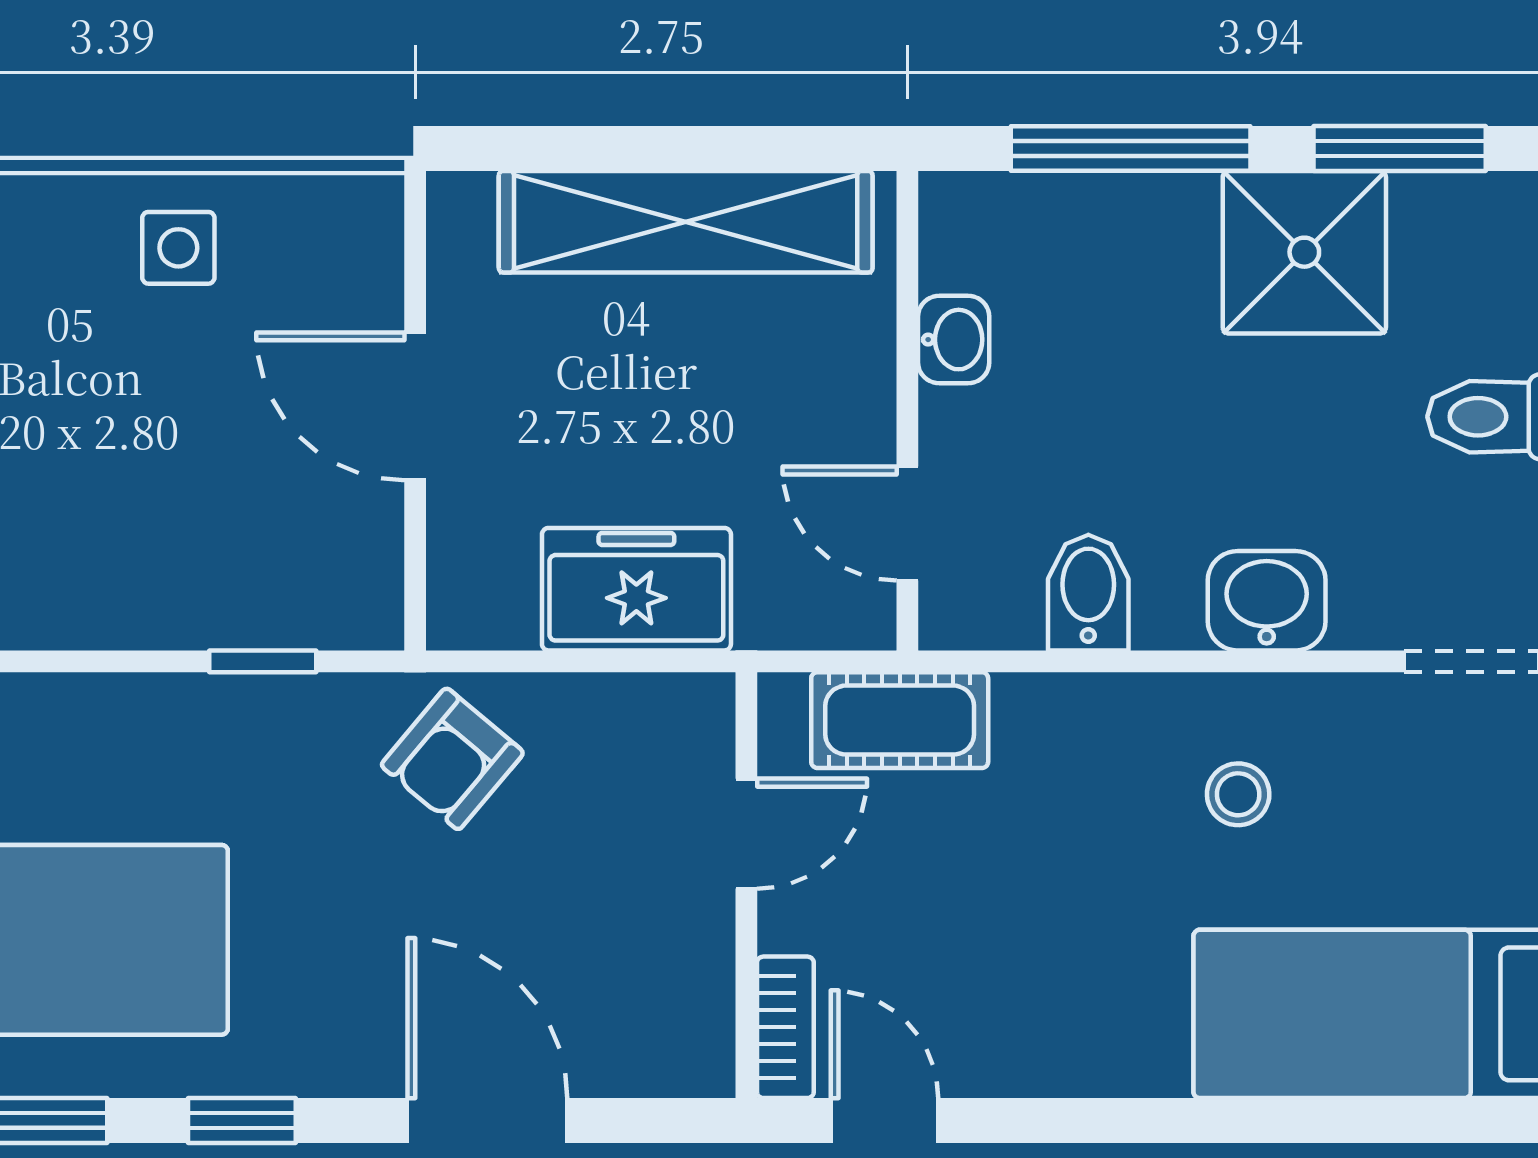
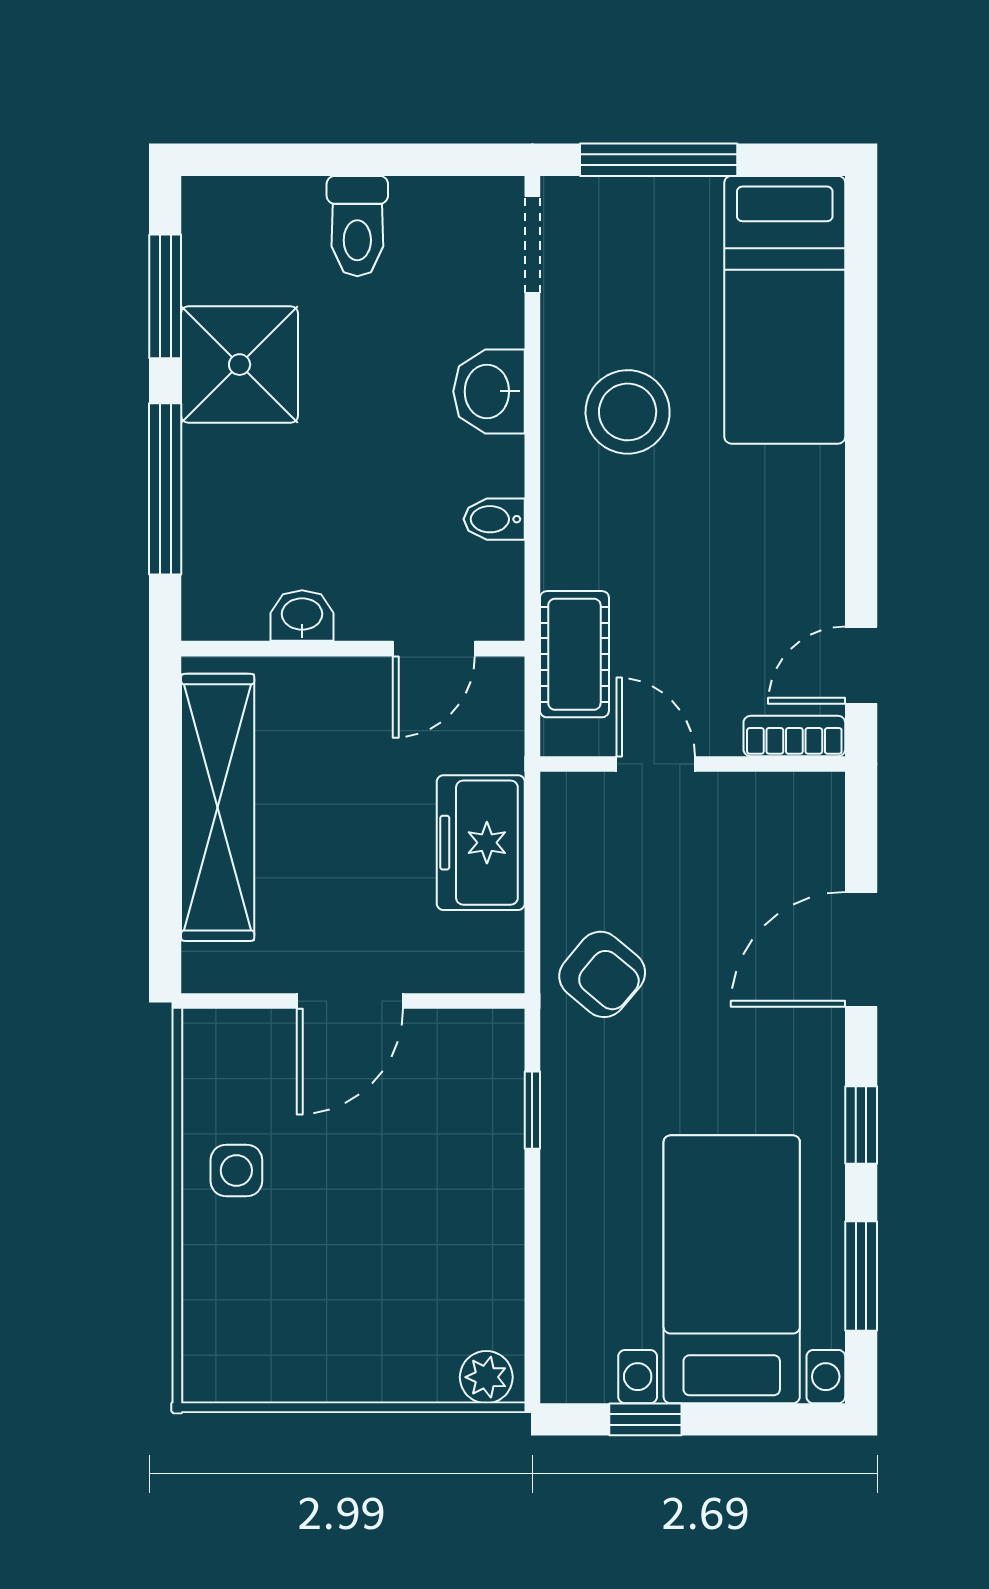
bidet: (1088, 593) -> (494, 519), width x0.72, depth x0.74
stool: (1238, 794) -> (628, 412), width x1.89, depth x1.89

